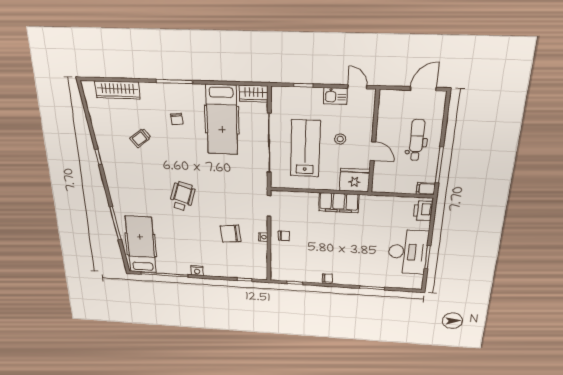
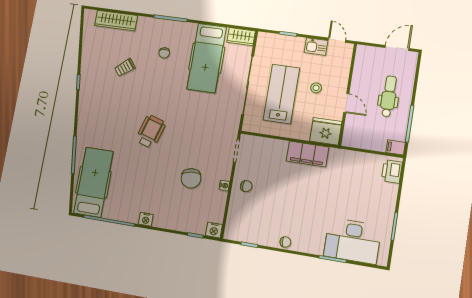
chair: (231, 234) -> (191, 178), turned -92
desk: (408, 252) -> (352, 241), moved, turned 90
nightstand: (261, 274) -> (214, 230), added

